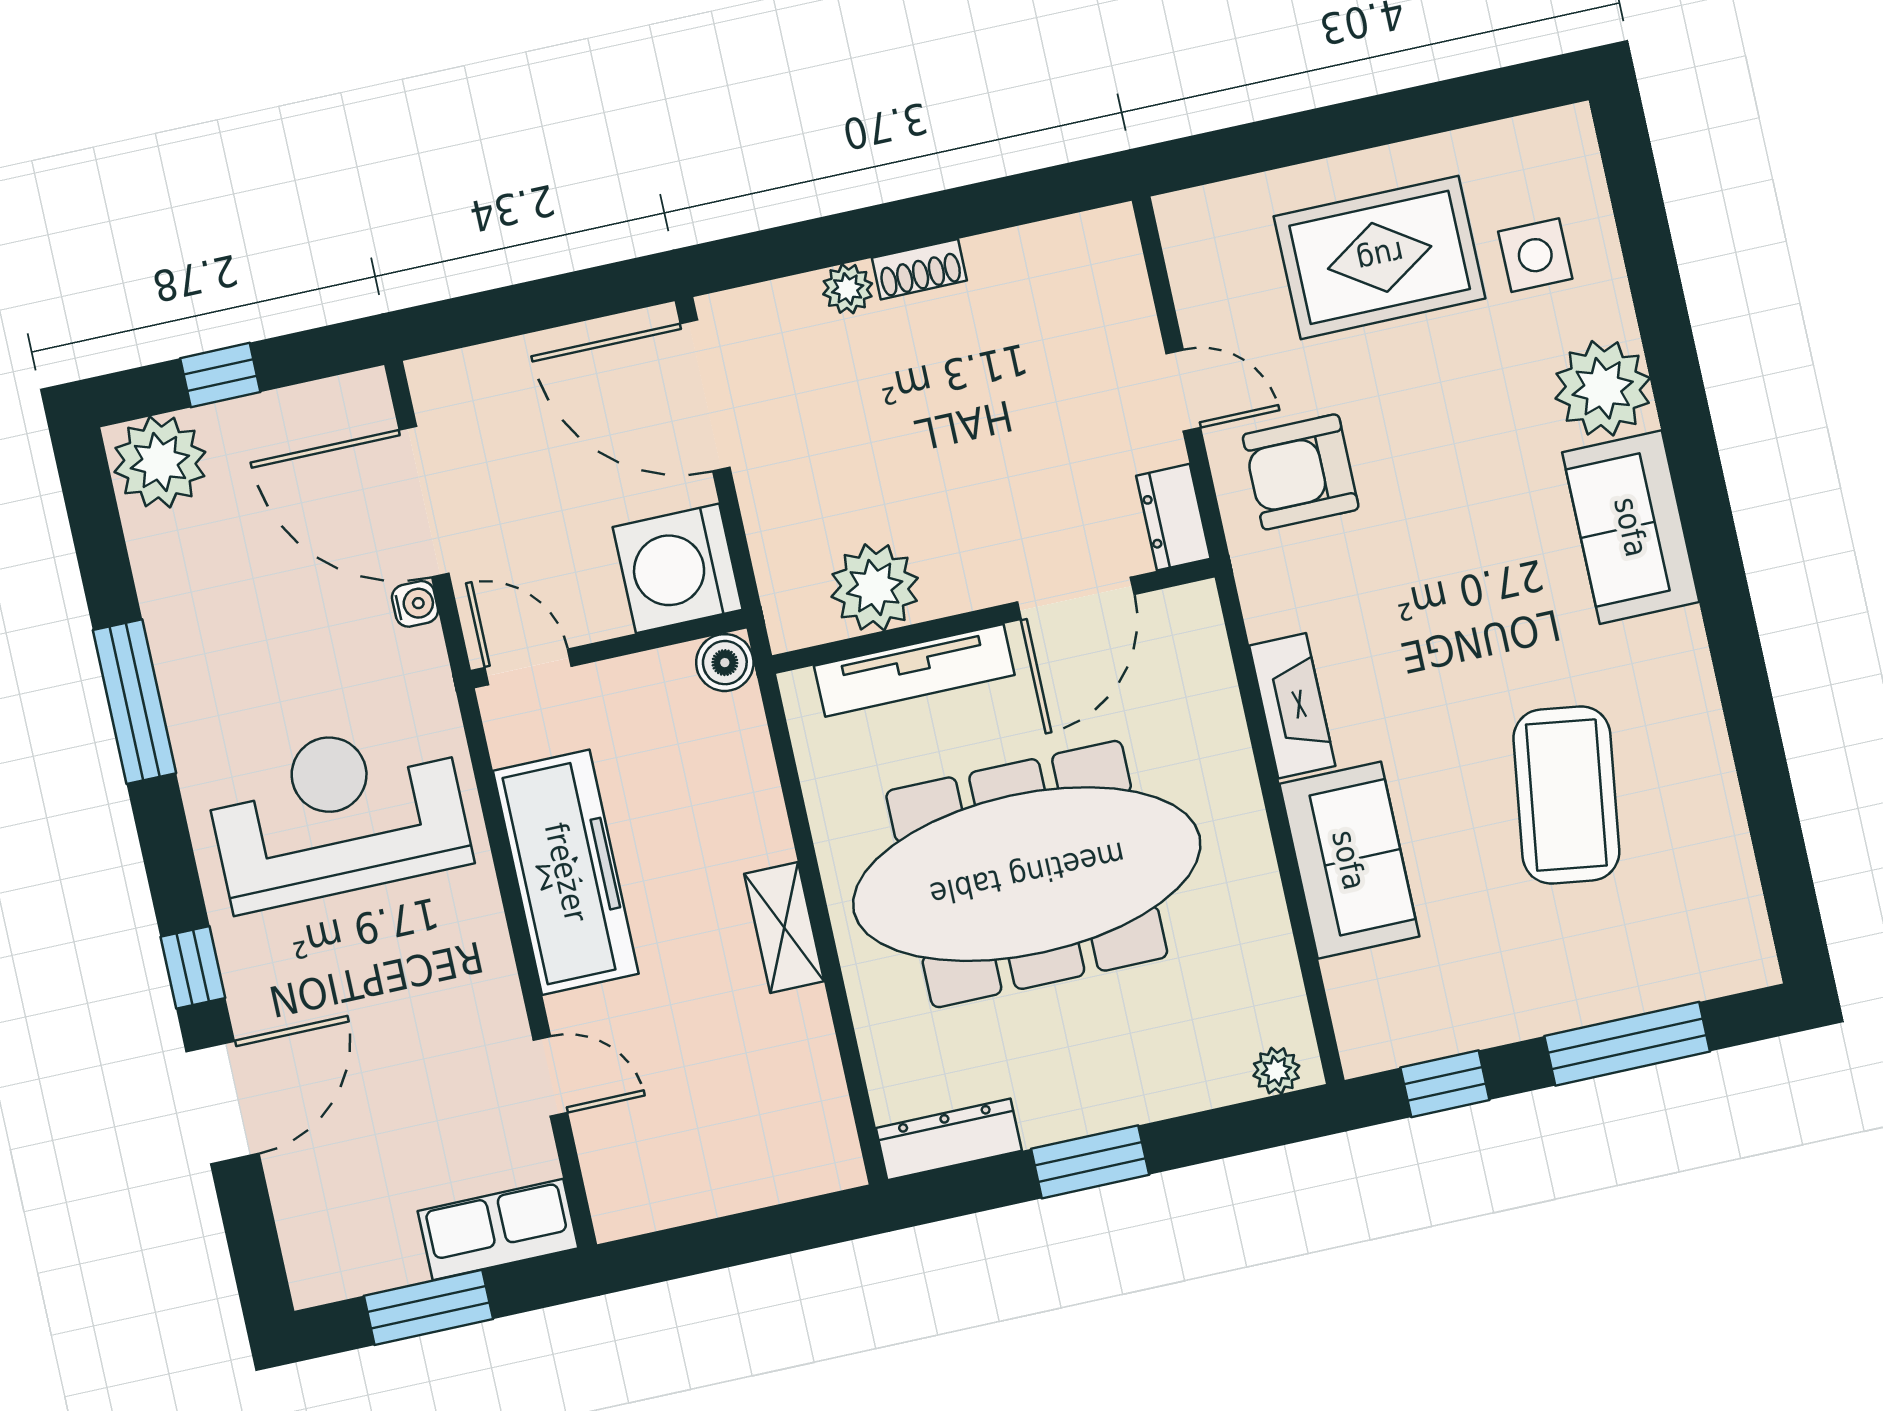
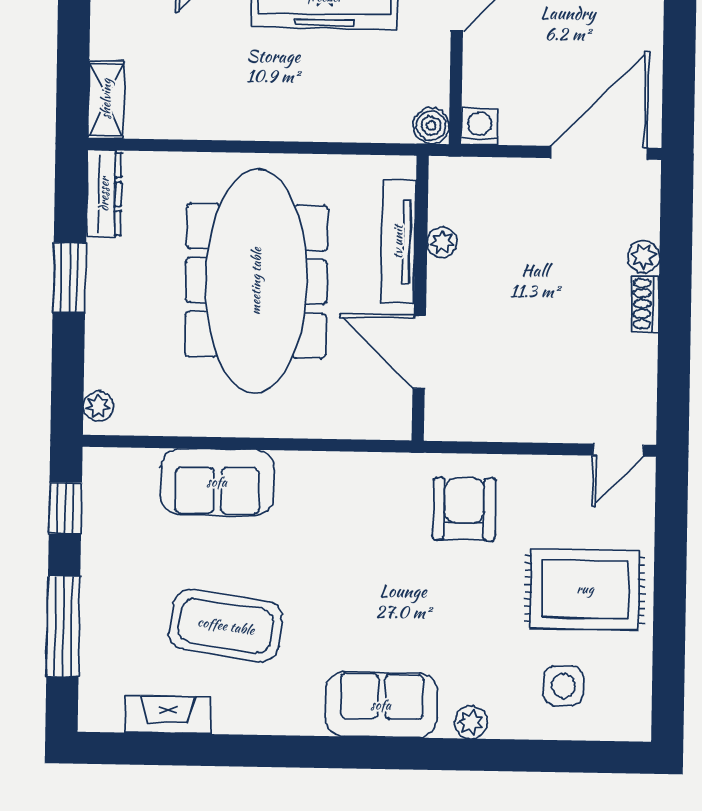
rug: (1380, 257) -> (585, 589), turned 90
plant: (1603, 388) -> (471, 722), width x0.53, depth x0.53
door: (1183, 391) -> (618, 450), moved
dresser: (1173, 517) -> (455, 424), removed
washing machine: (678, 568) -> (480, 126), width x0.53, depth x0.53
plant: (875, 587) -> (442, 242), width x0.53, depth x0.53
fireplace: (1292, 706) -> (168, 715), moved, turned 180
shelving: (784, 928) -> (106, 99), moved, turned 90

